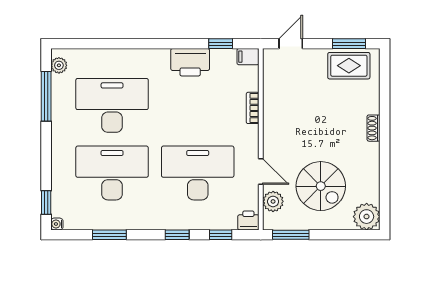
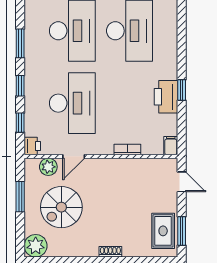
window: (221, 44) -> (182, 90), moved
window: (109, 235) -> (20, 43), moved
window: (291, 235) -> (20, 197), moved

